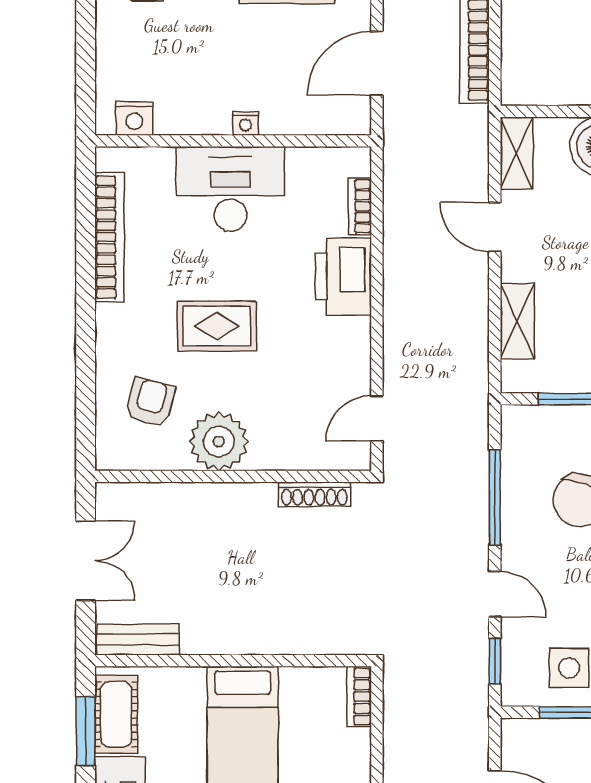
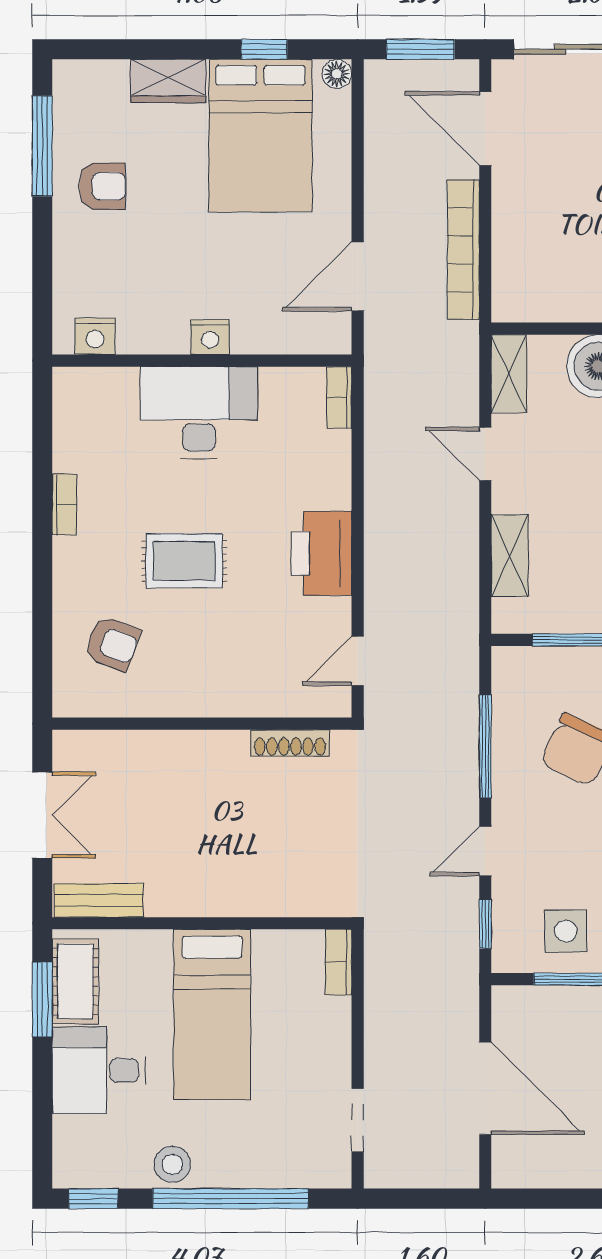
nightstand: (246, 123) -> (210, 337), width x1.39, depth x1.35
bookcase: (360, 206) -> (339, 397), moved
bookcase: (110, 237) -> (64, 504), width x0.43, depth x0.76
printer: (343, 277) -> (321, 553), moved
armchair: (150, 402) -> (112, 643), turned 97
plant: (219, 441) -> (186, 686), removed
door: (495, 594) -> (485, 851), swing flipped

